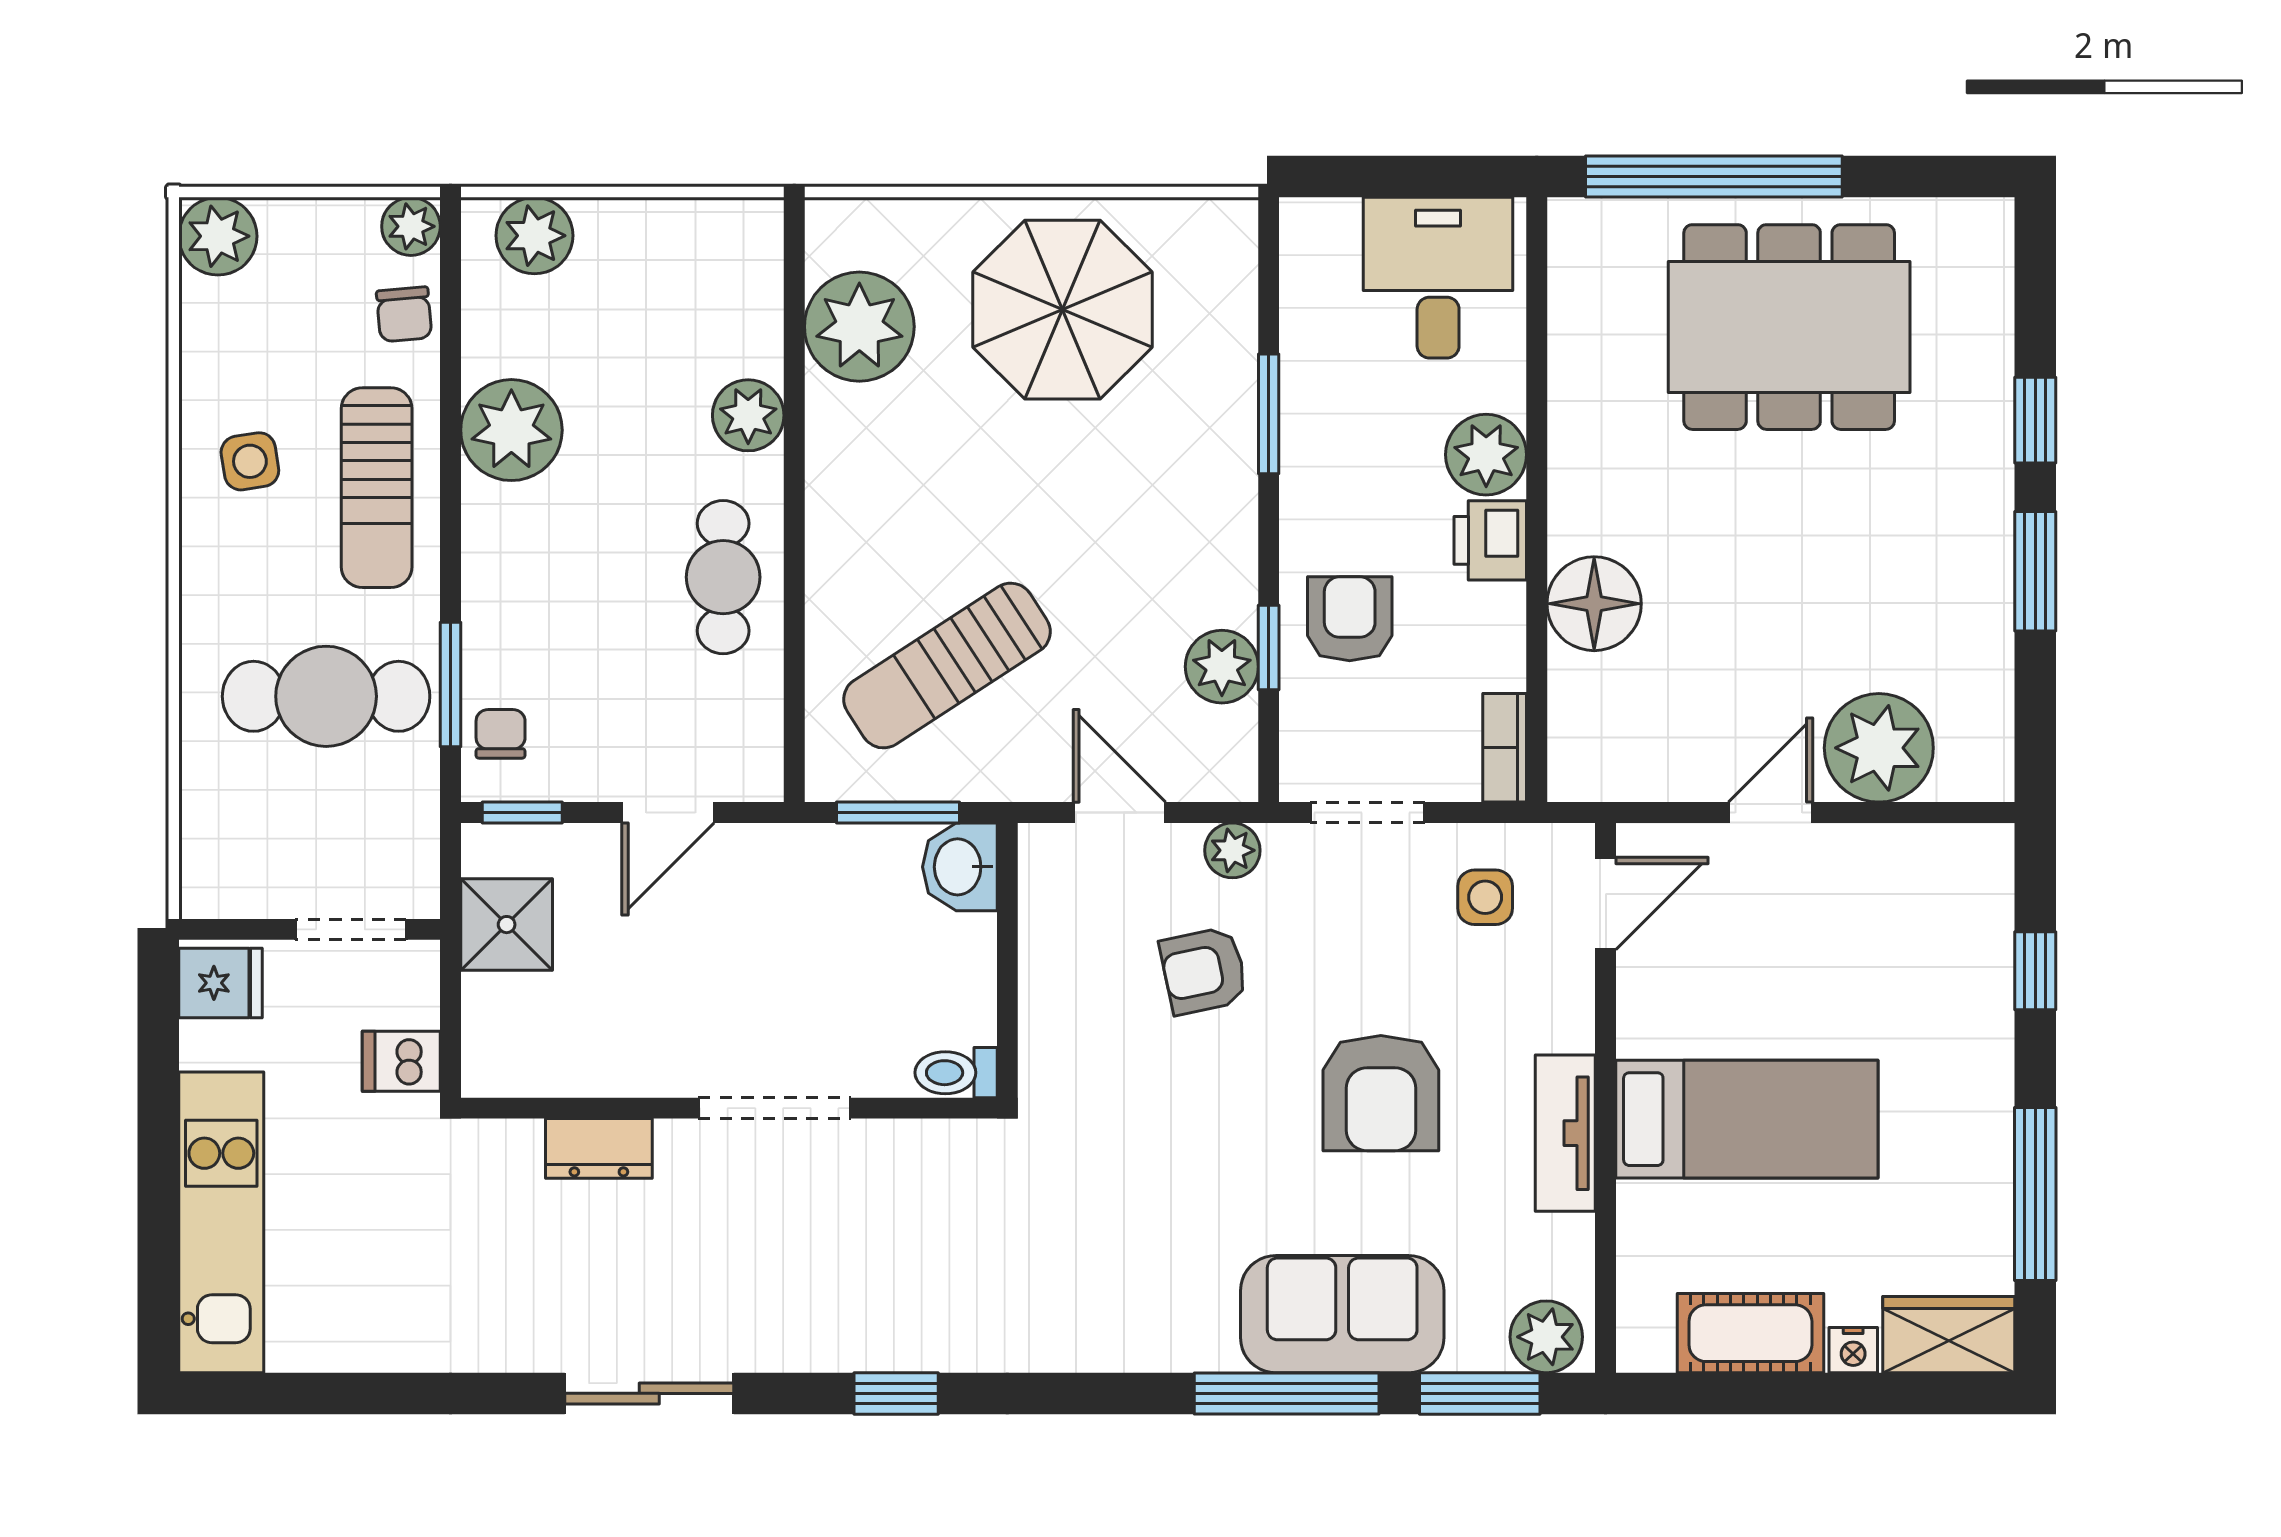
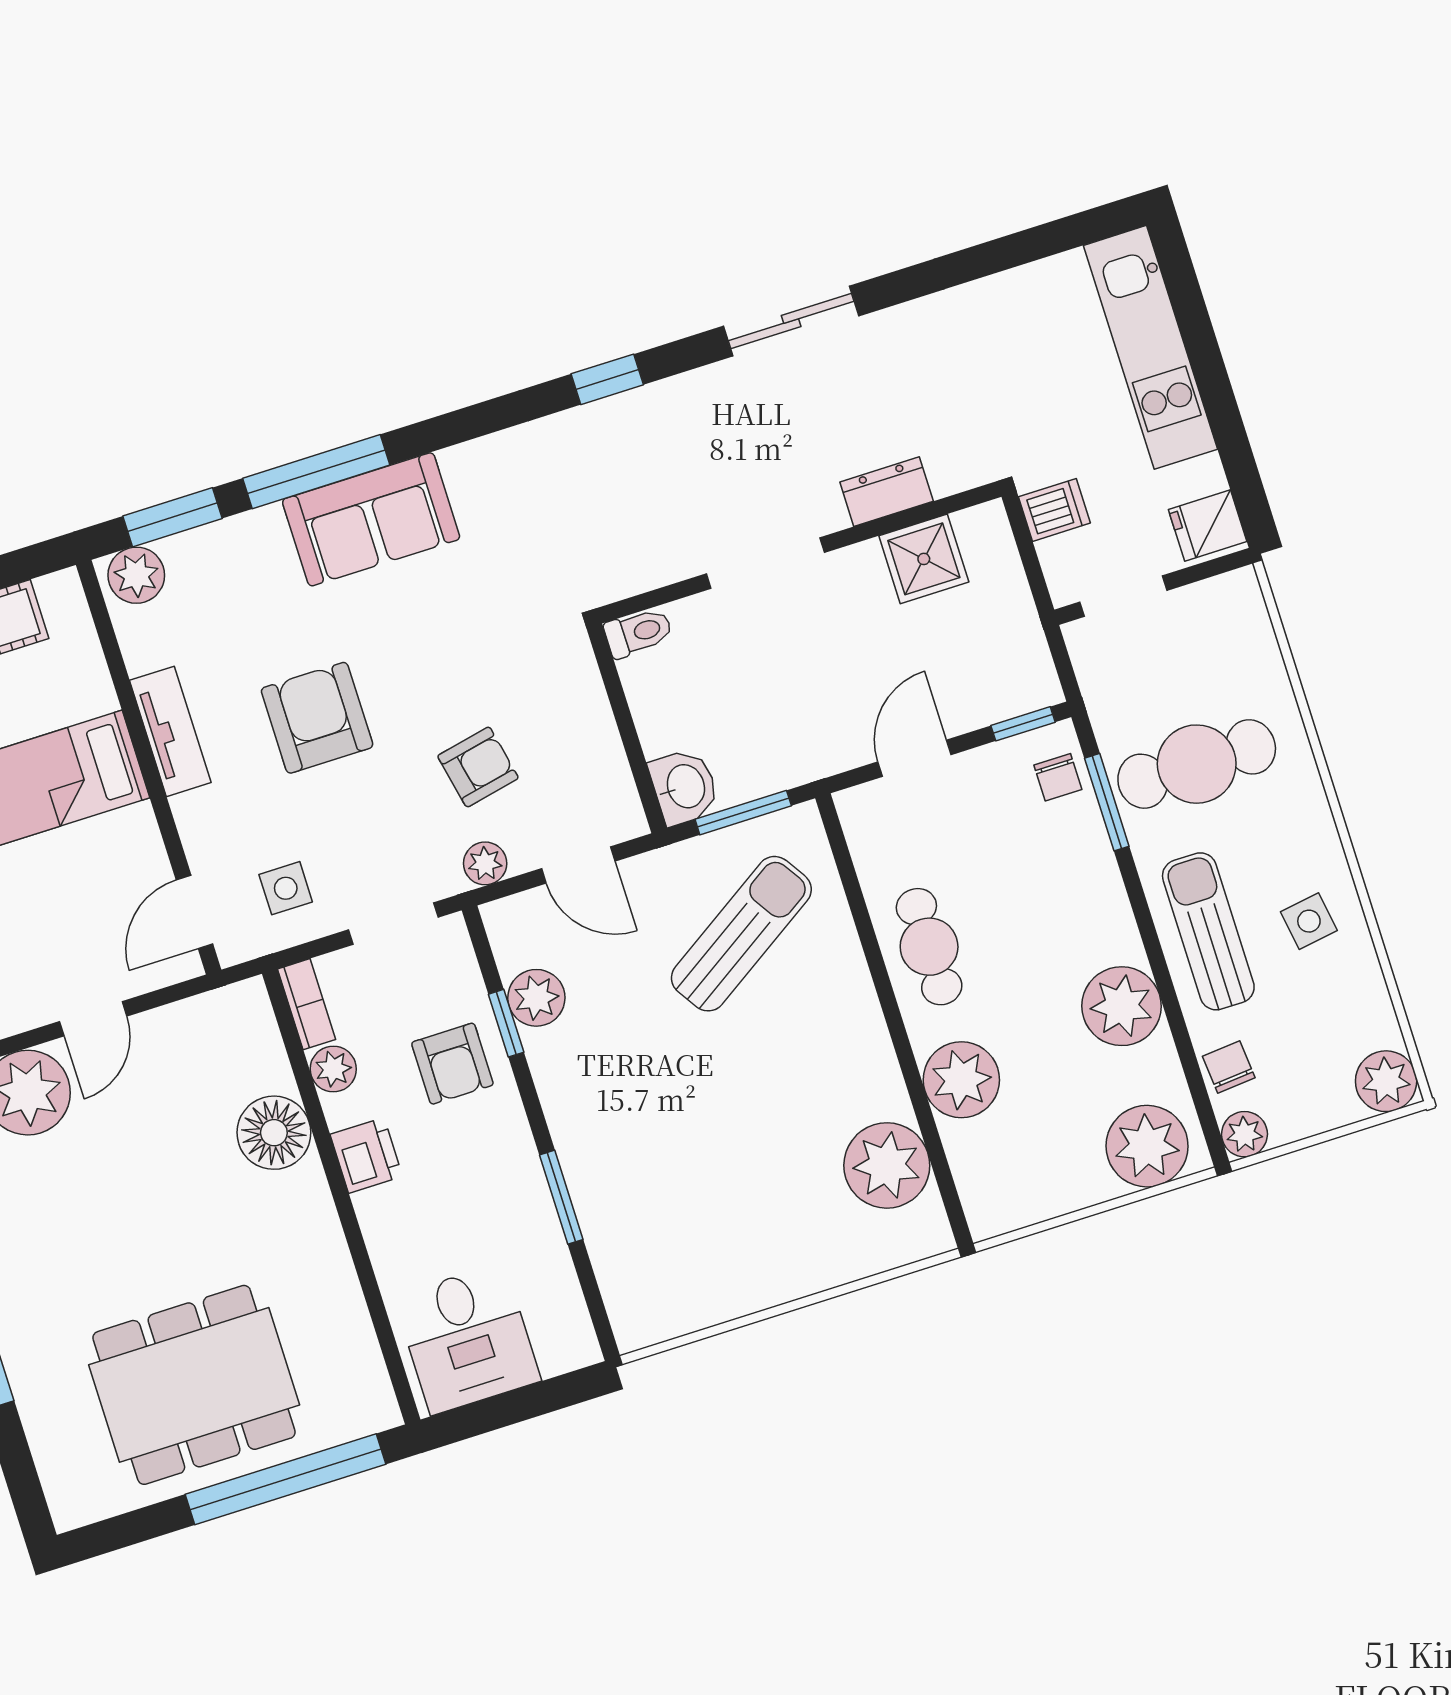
plant: (534, 236) -> (1147, 1146), width x1.36, depth x1.36
parasol: (1063, 310) -> (739, 1226), removed
plant: (748, 415) -> (961, 1080), width x1.36, depth x1.36
plant: (1486, 455) -> (333, 1069), moved, width x0.73, depth x0.73
shower: (507, 925) -> (924, 559), moved
sofa: (1342, 1314) -> (371, 519), moved

